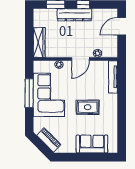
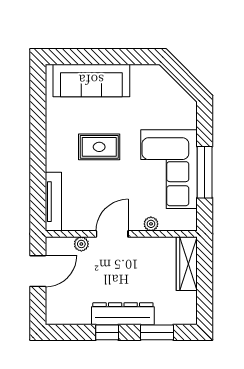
door: (122, 26) -> (38, 271), moved
piano: (49, 140) -> (169, 88), removed
sofa: (92, 144) -> (91, 80), width x1.36

